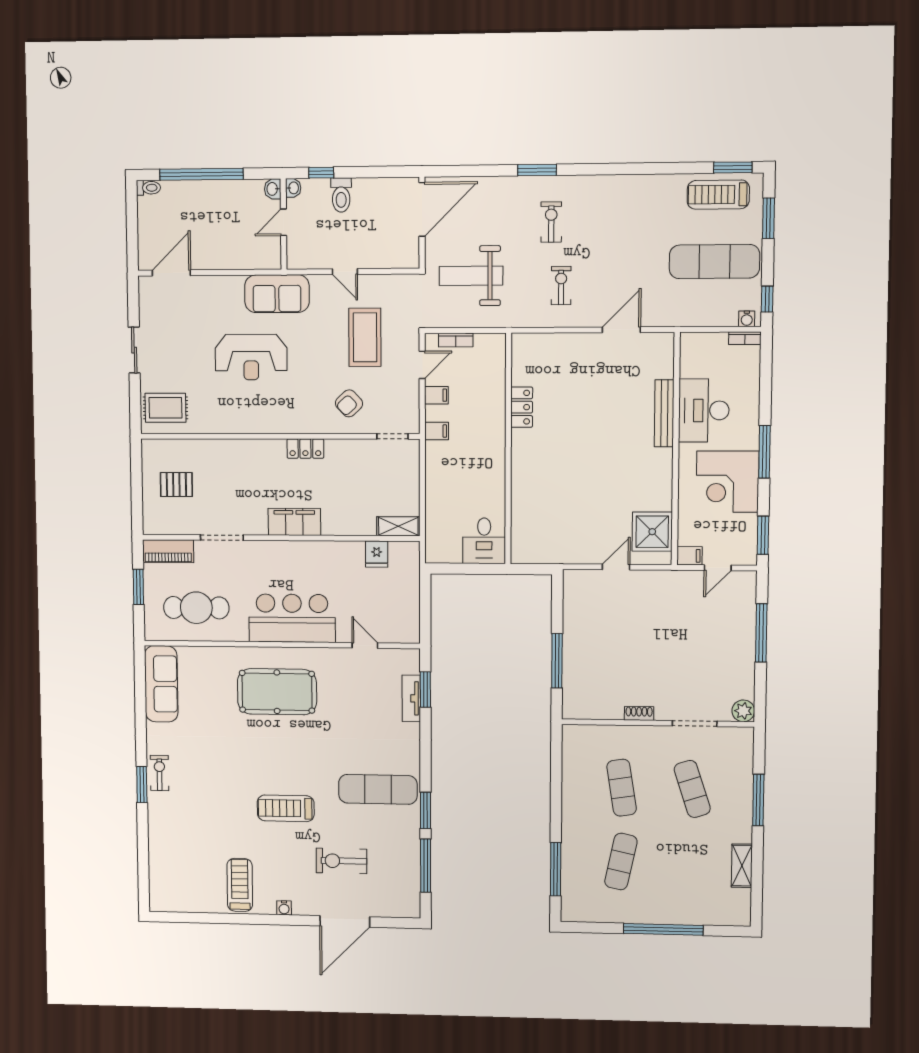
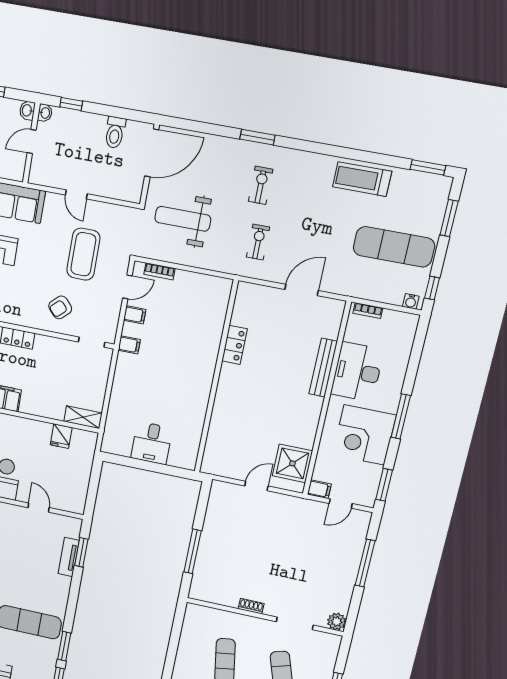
toilet: (341, 195) -> (115, 132), moved
treadmill: (718, 195) -> (362, 179), moved
bookcase: (745, 338) -> (368, 311), moved
locker: (522, 407) -> (234, 345), moved
wall: (508, 449) -> (216, 378), moved

